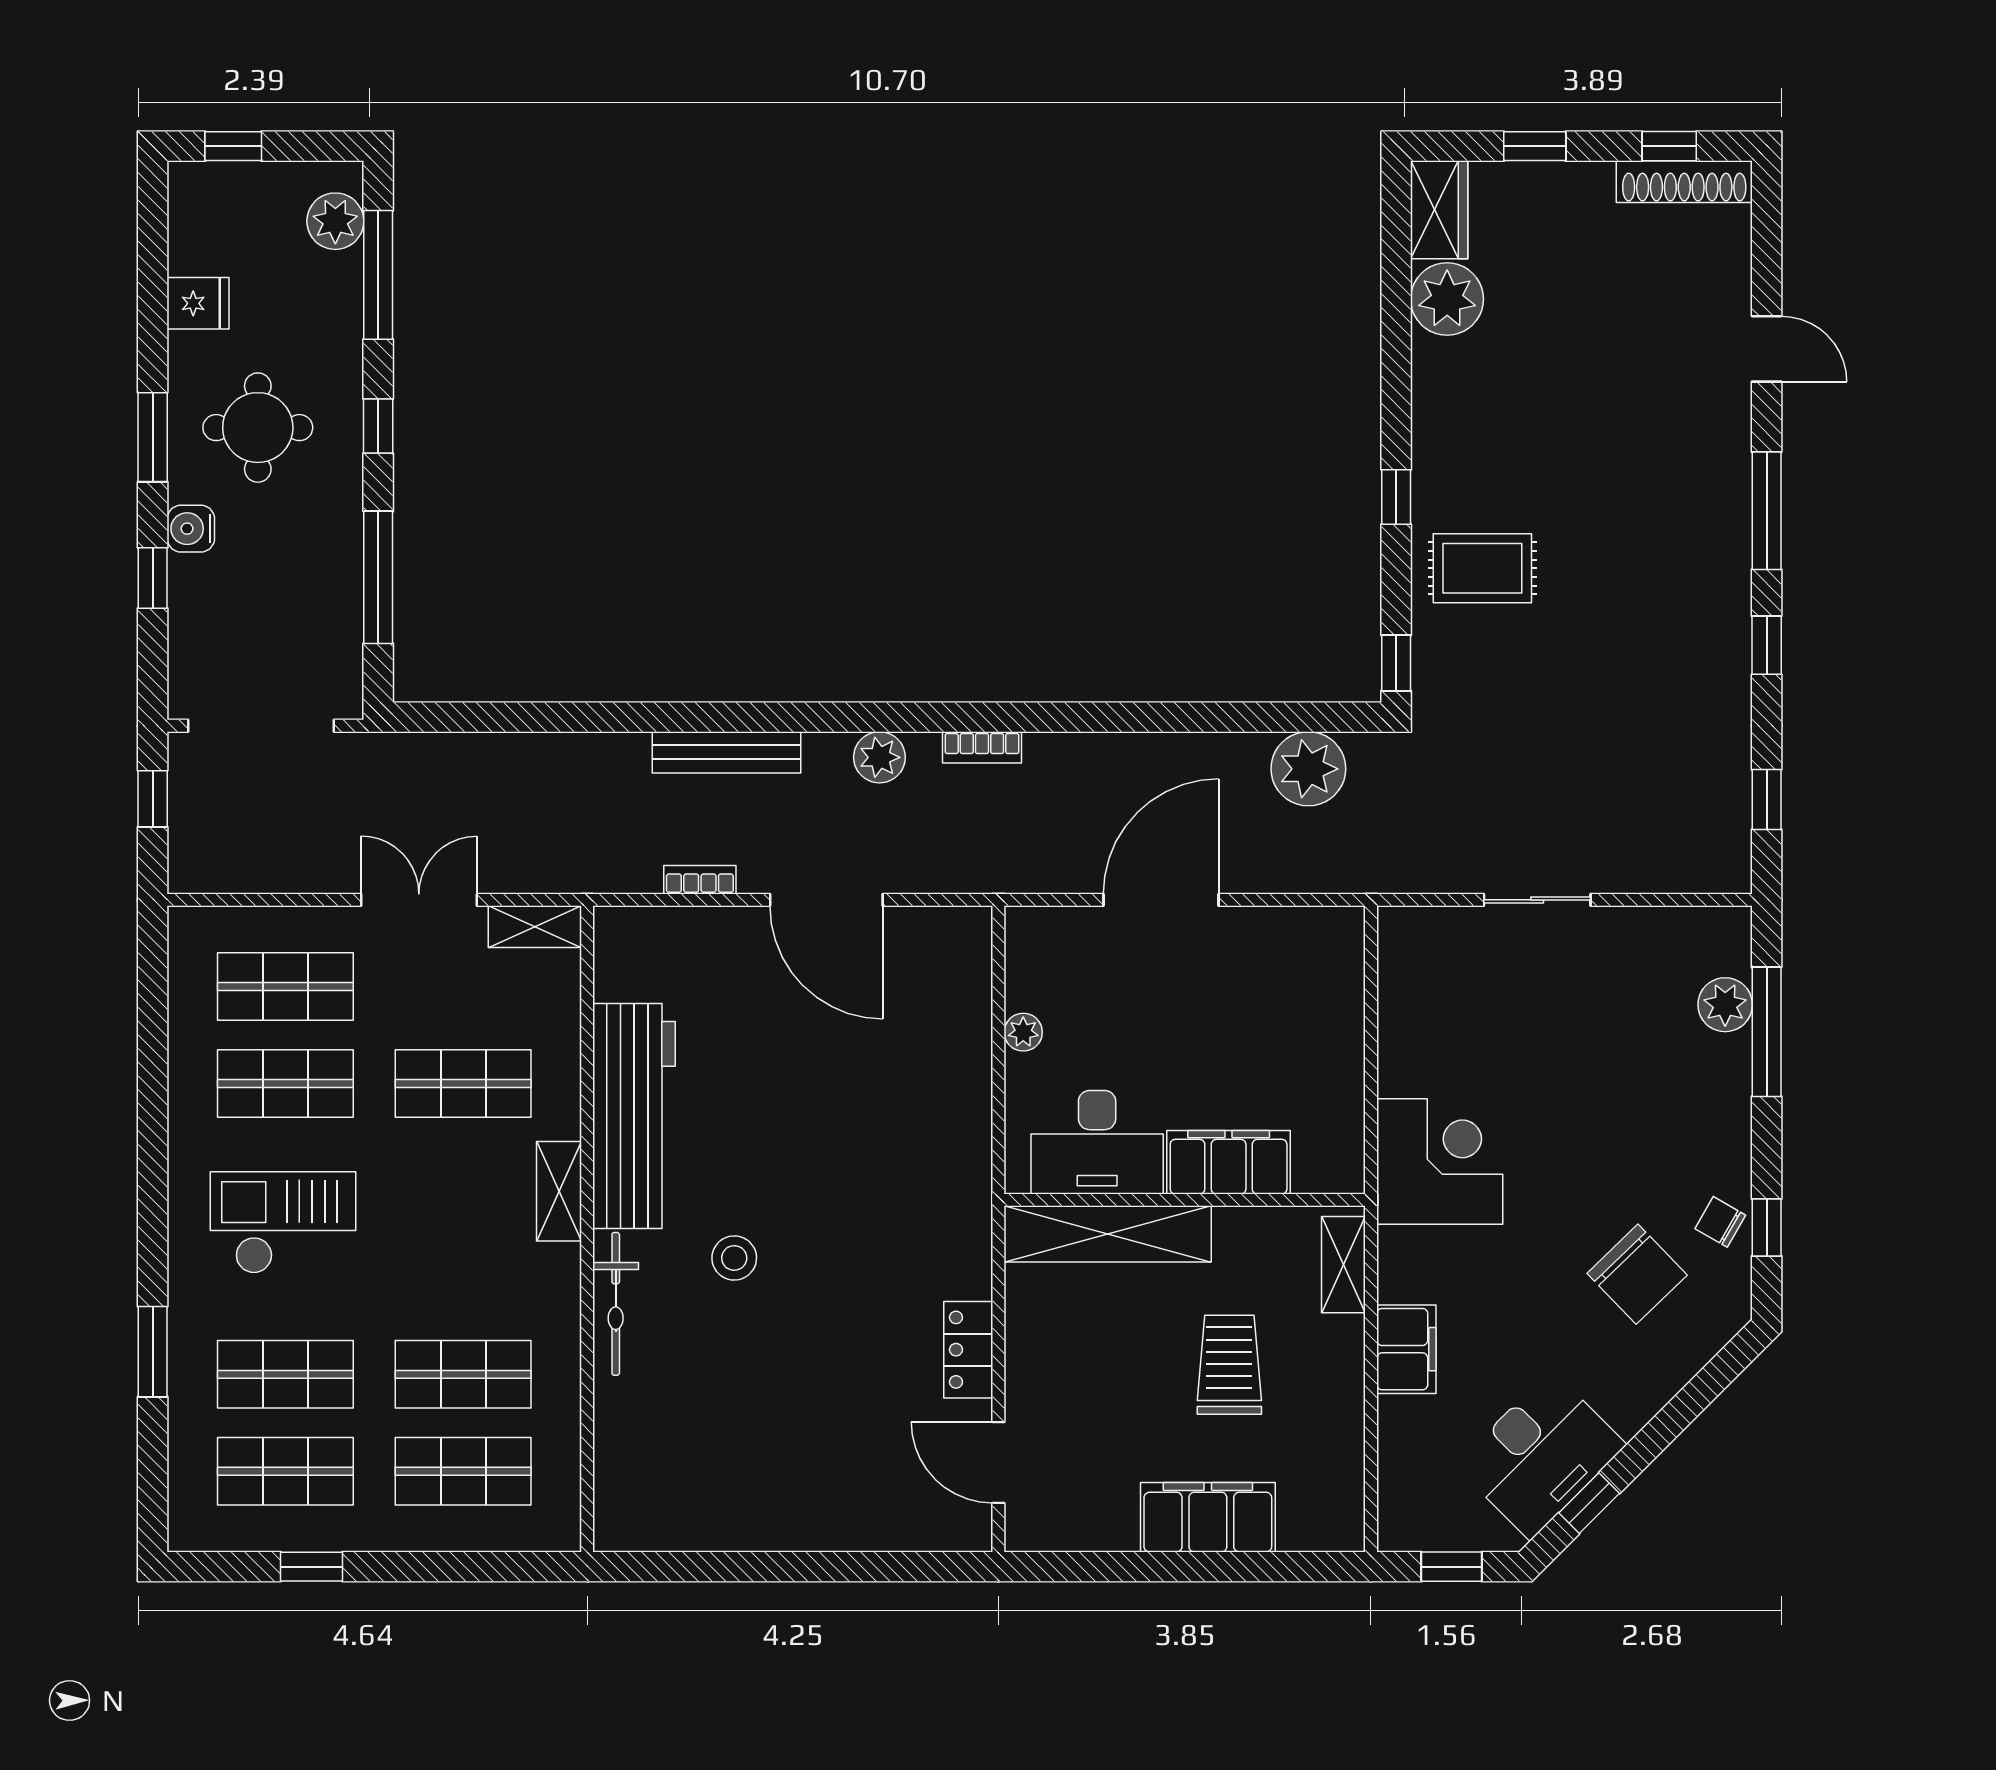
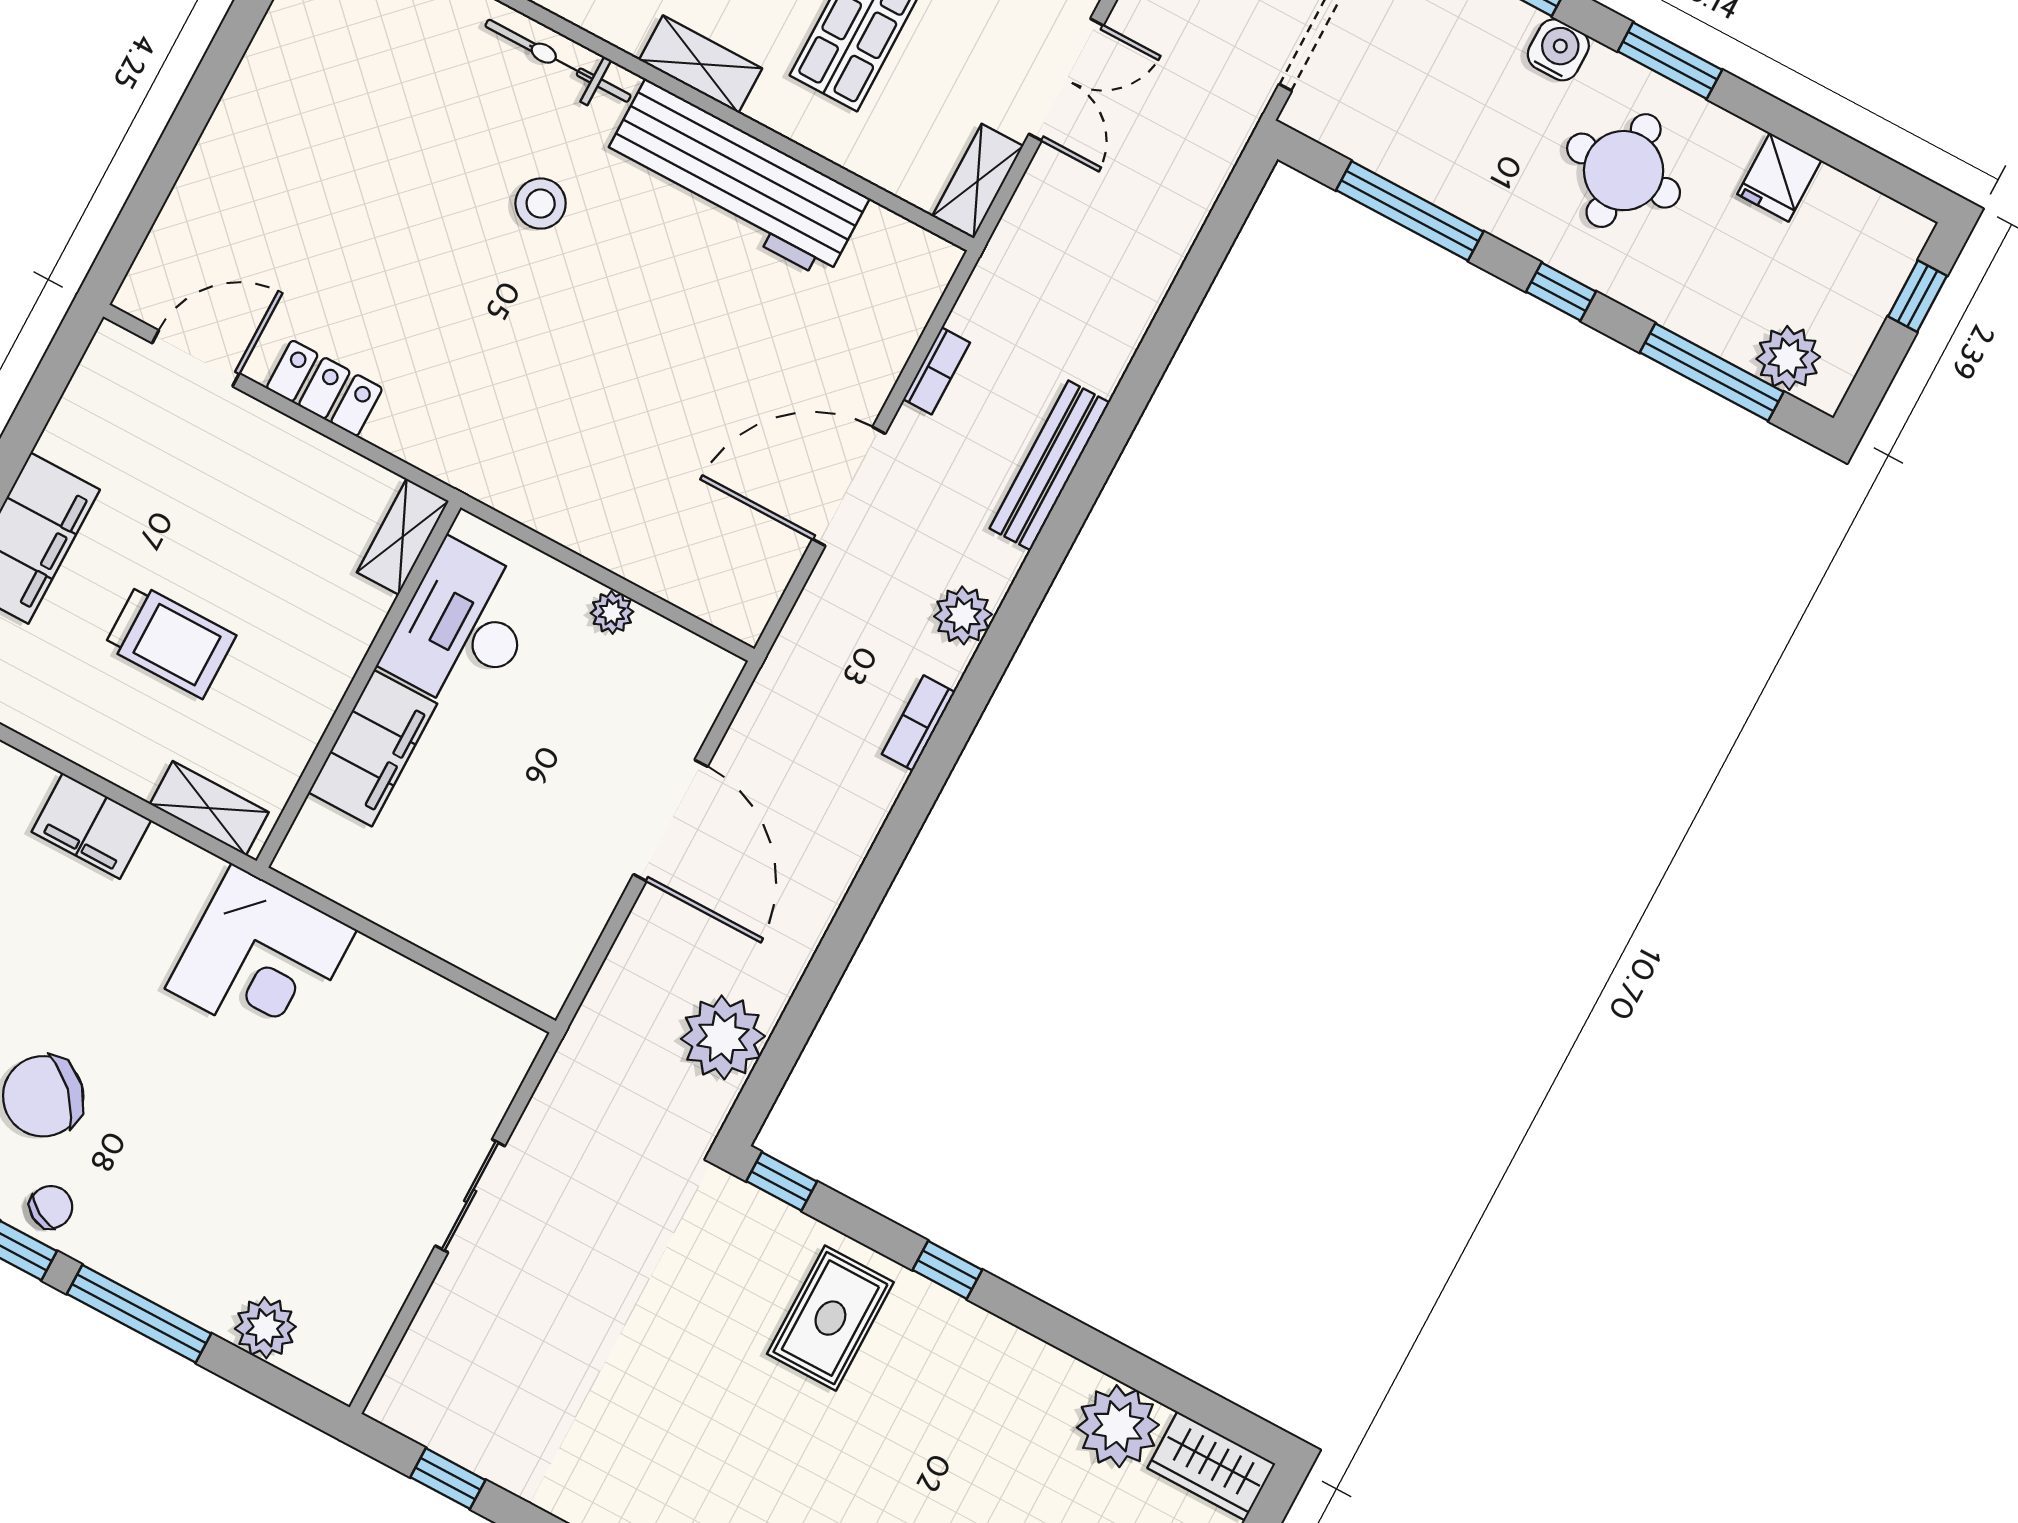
window: (1767, 1032) -> (139, 1314), moved
shelving: (1108, 1234) -> (403, 537), width x0.45, depth x0.75

